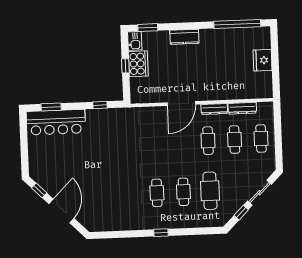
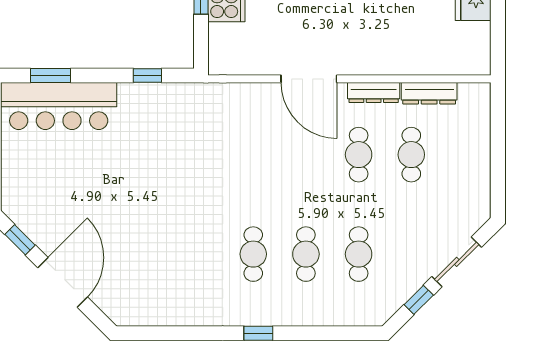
door: (181, 103) -> (309, 79), hinge flipped
cafe table: (261, 138) -> (464, 155), removed
cafe table: (210, 191) -> (359, 254), width x0.73, depth x0.74

